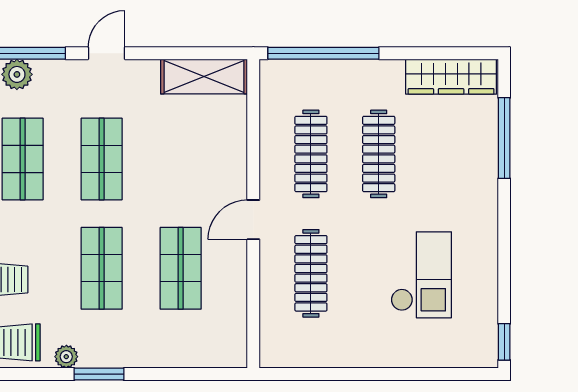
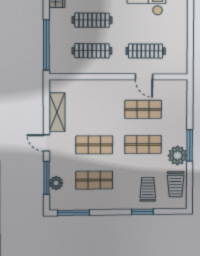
shelving: (204, 76) -> (57, 112), moved
door: (253, 220) -> (144, 77), moved
plant: (66, 357) -> (178, 155), width x1.87, depth x1.87
window: (99, 374) -> (190, 145), width x1.44

